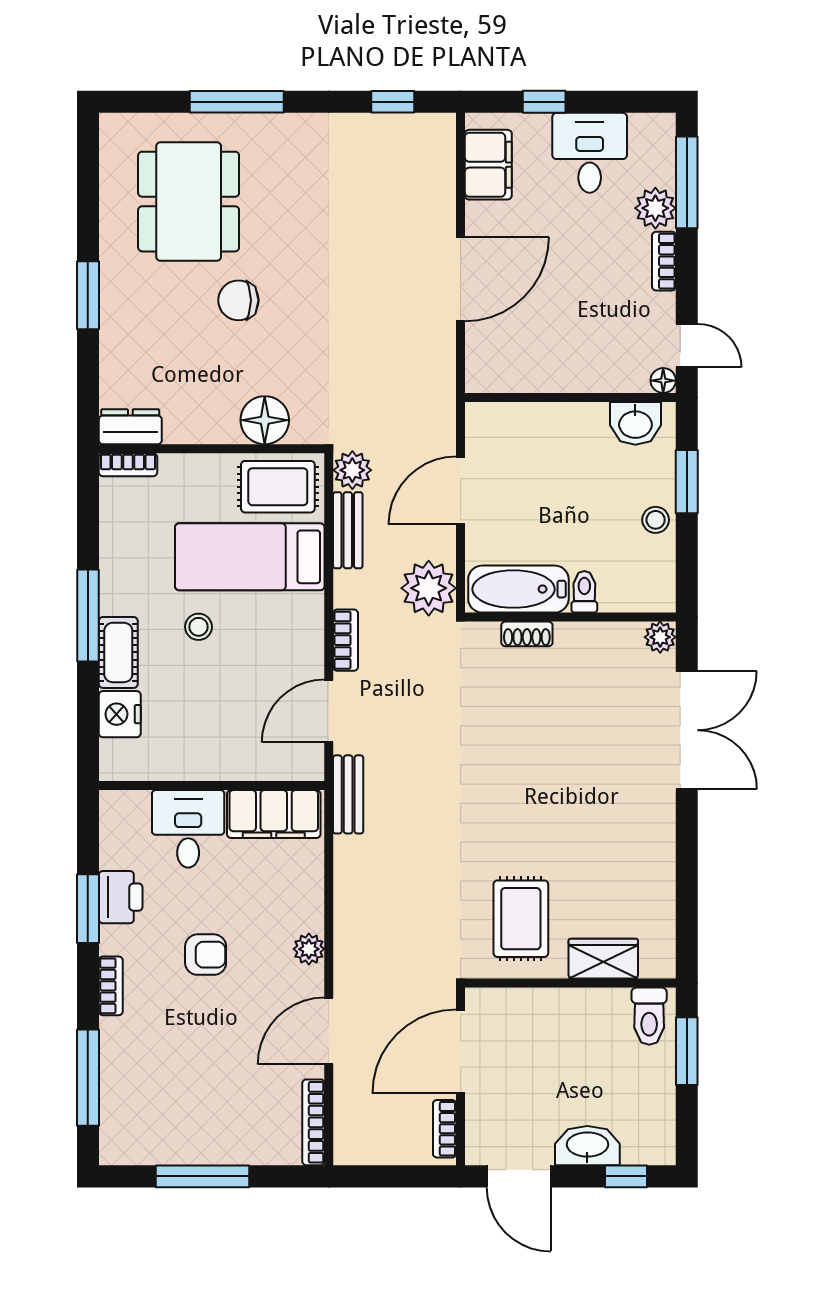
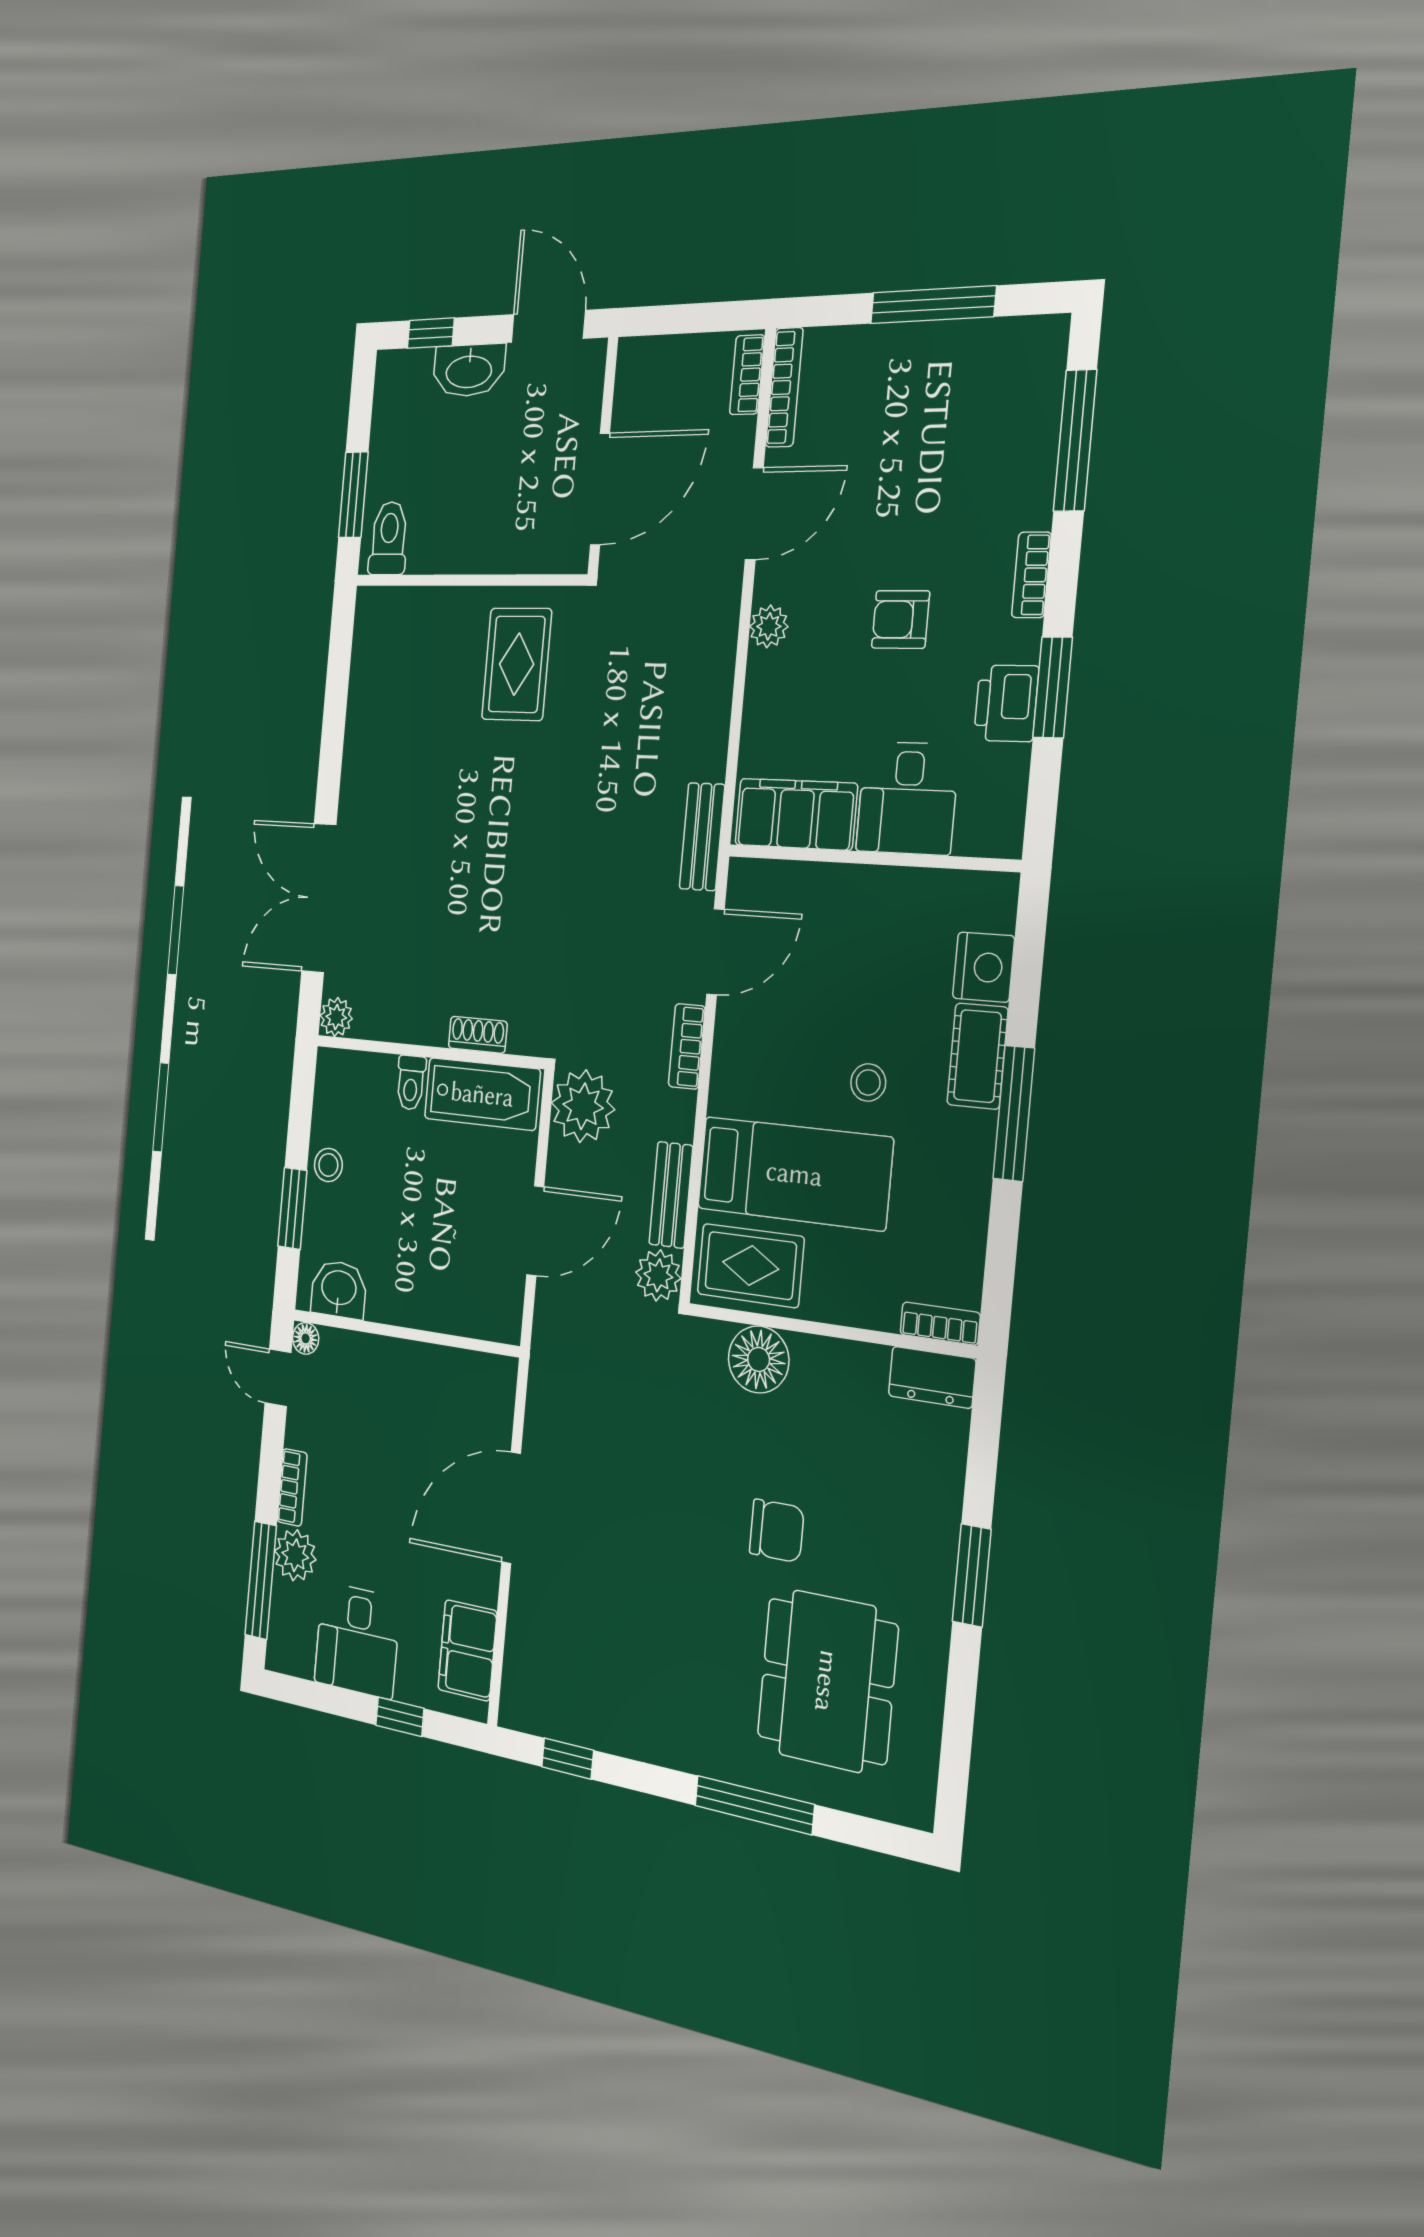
wardrobe: (603, 959) -> (431, 612), removed
bookcase: (445, 1129) -> (747, 375), moved, turned 180

